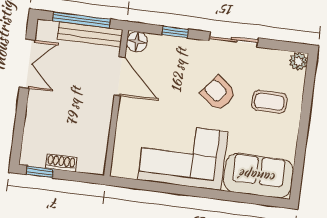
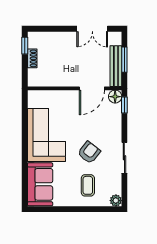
window: (82, 20) -> (124, 60), width x0.69
window: (175, 32) -> (124, 105), moved

